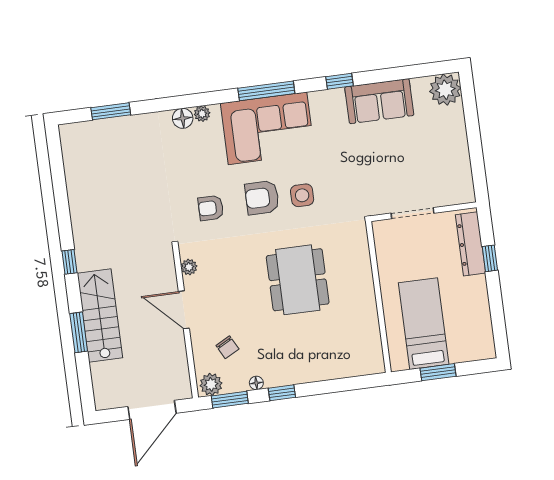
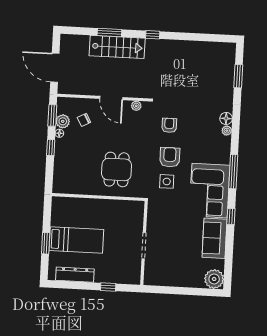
corner sofa: (268, 128) -> (210, 191), moved
dresser: (470, 244) -> (75, 275), moved
dining table: (298, 280) -> (117, 169), width x0.73
wall: (378, 297) -> (98, 197), moved
door: (184, 310) -> (111, 98), swing flipped
plant: (211, 384) -> (63, 121), moved

